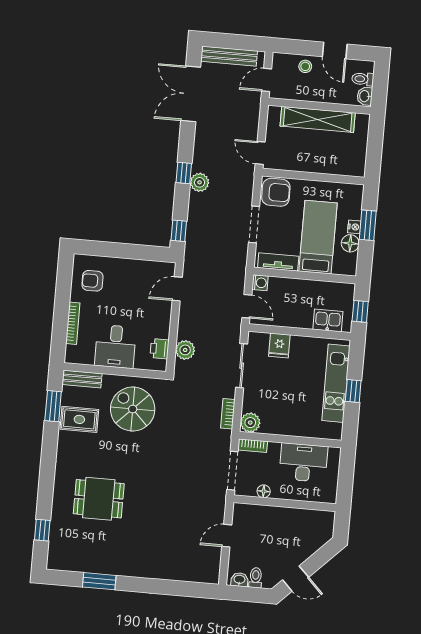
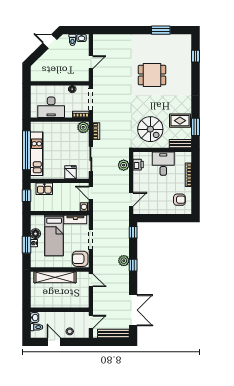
shelving: (318, 119) -> (55, 277), moved
window: (353, 391) -> (26, 150), width x3.17
dining table: (99, 499) -> (152, 75), moved

